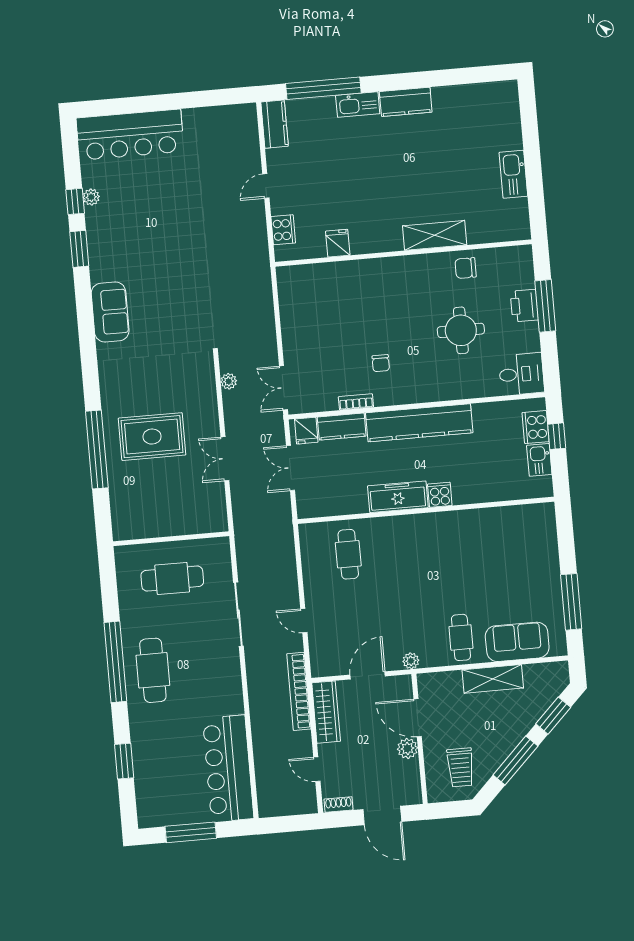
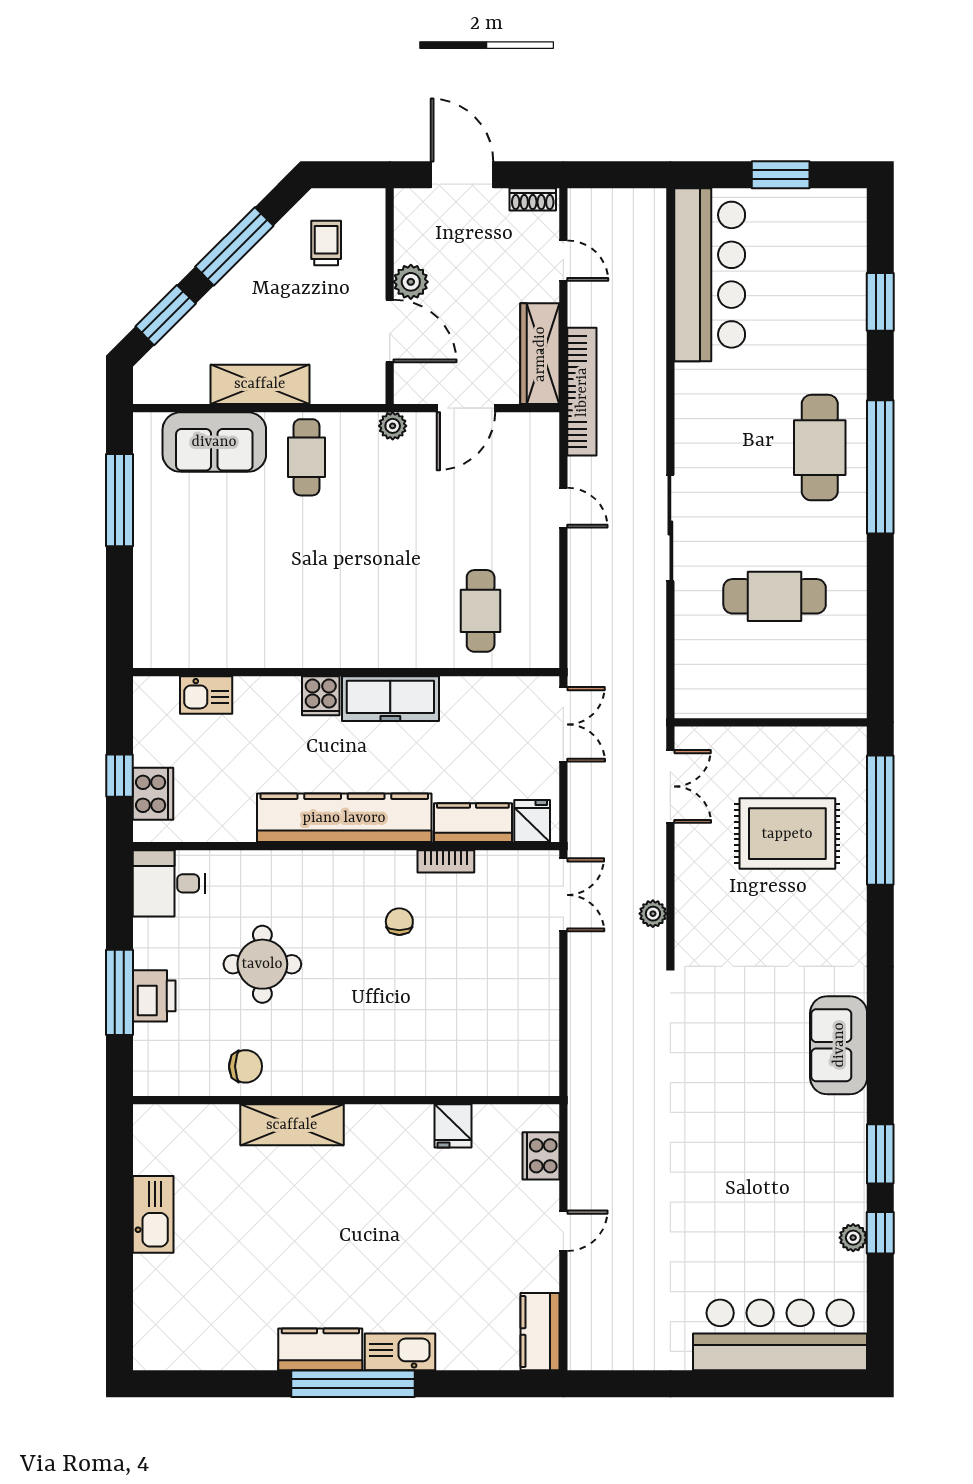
window: (323, 88) -> (353, 1384), moved
kitchen sink: (539, 460) -> (206, 695), moved, turned 90
double door: (290, 468) -> (563, 724), moved
wall: (171, 539) -> (771, 722), moved
trolley: (460, 767) -> (326, 243), width x0.73, depth x0.72
window: (191, 832) -> (781, 175), width x0.69

